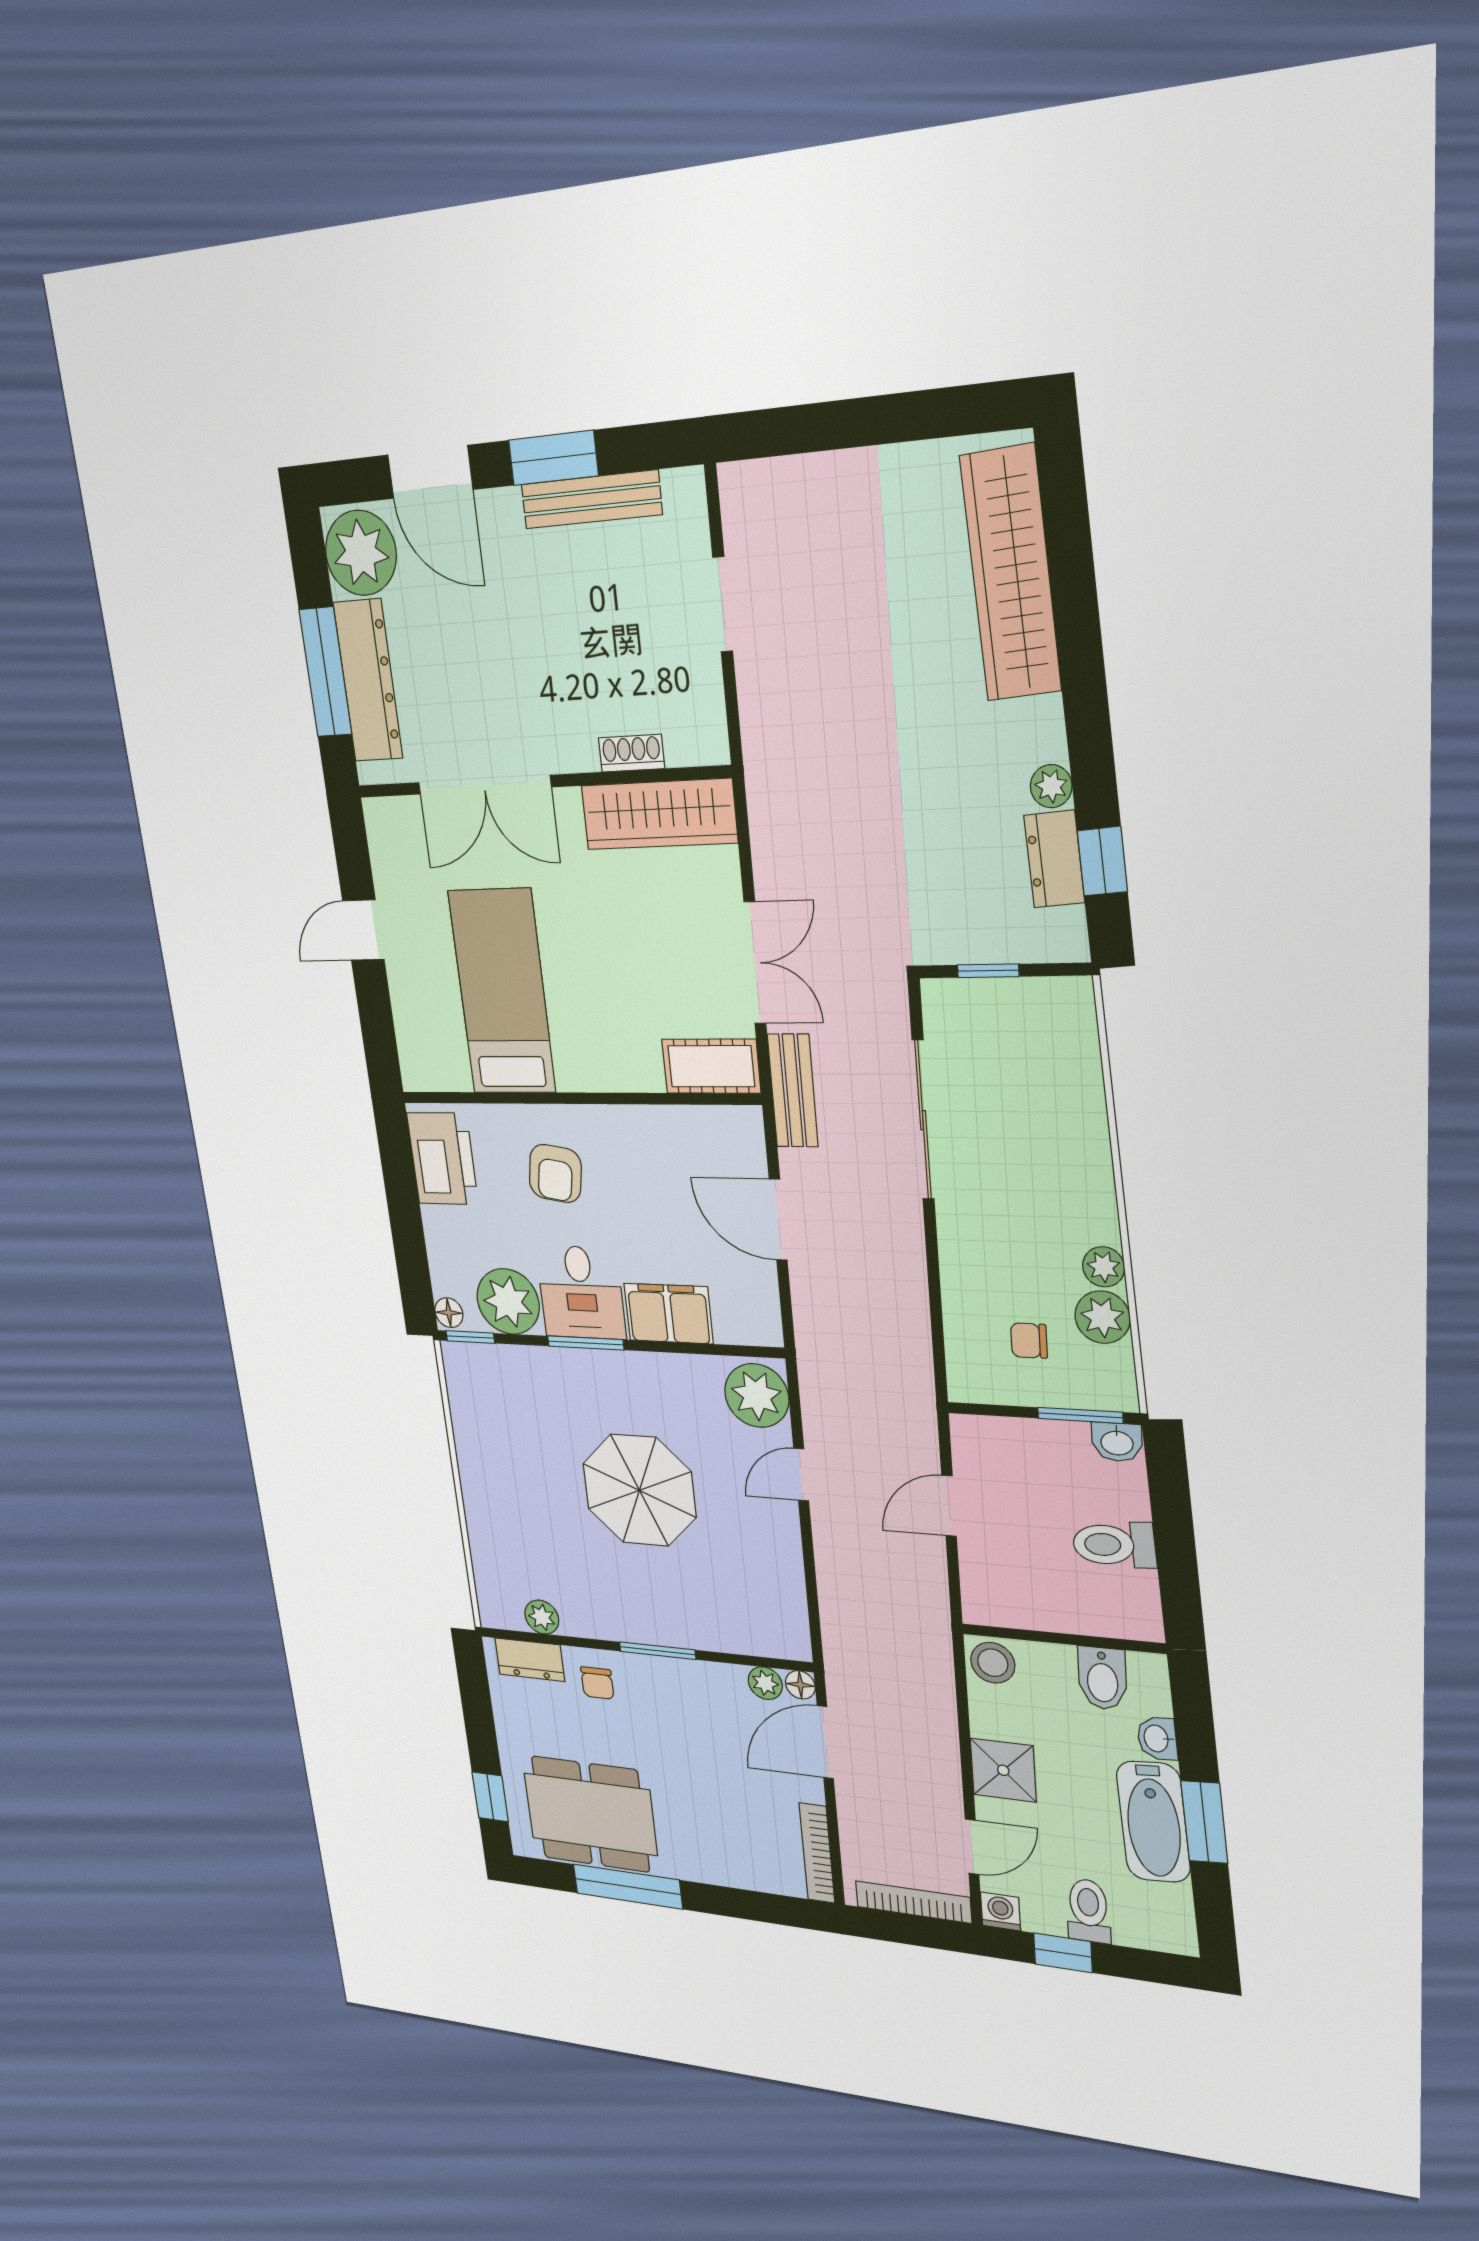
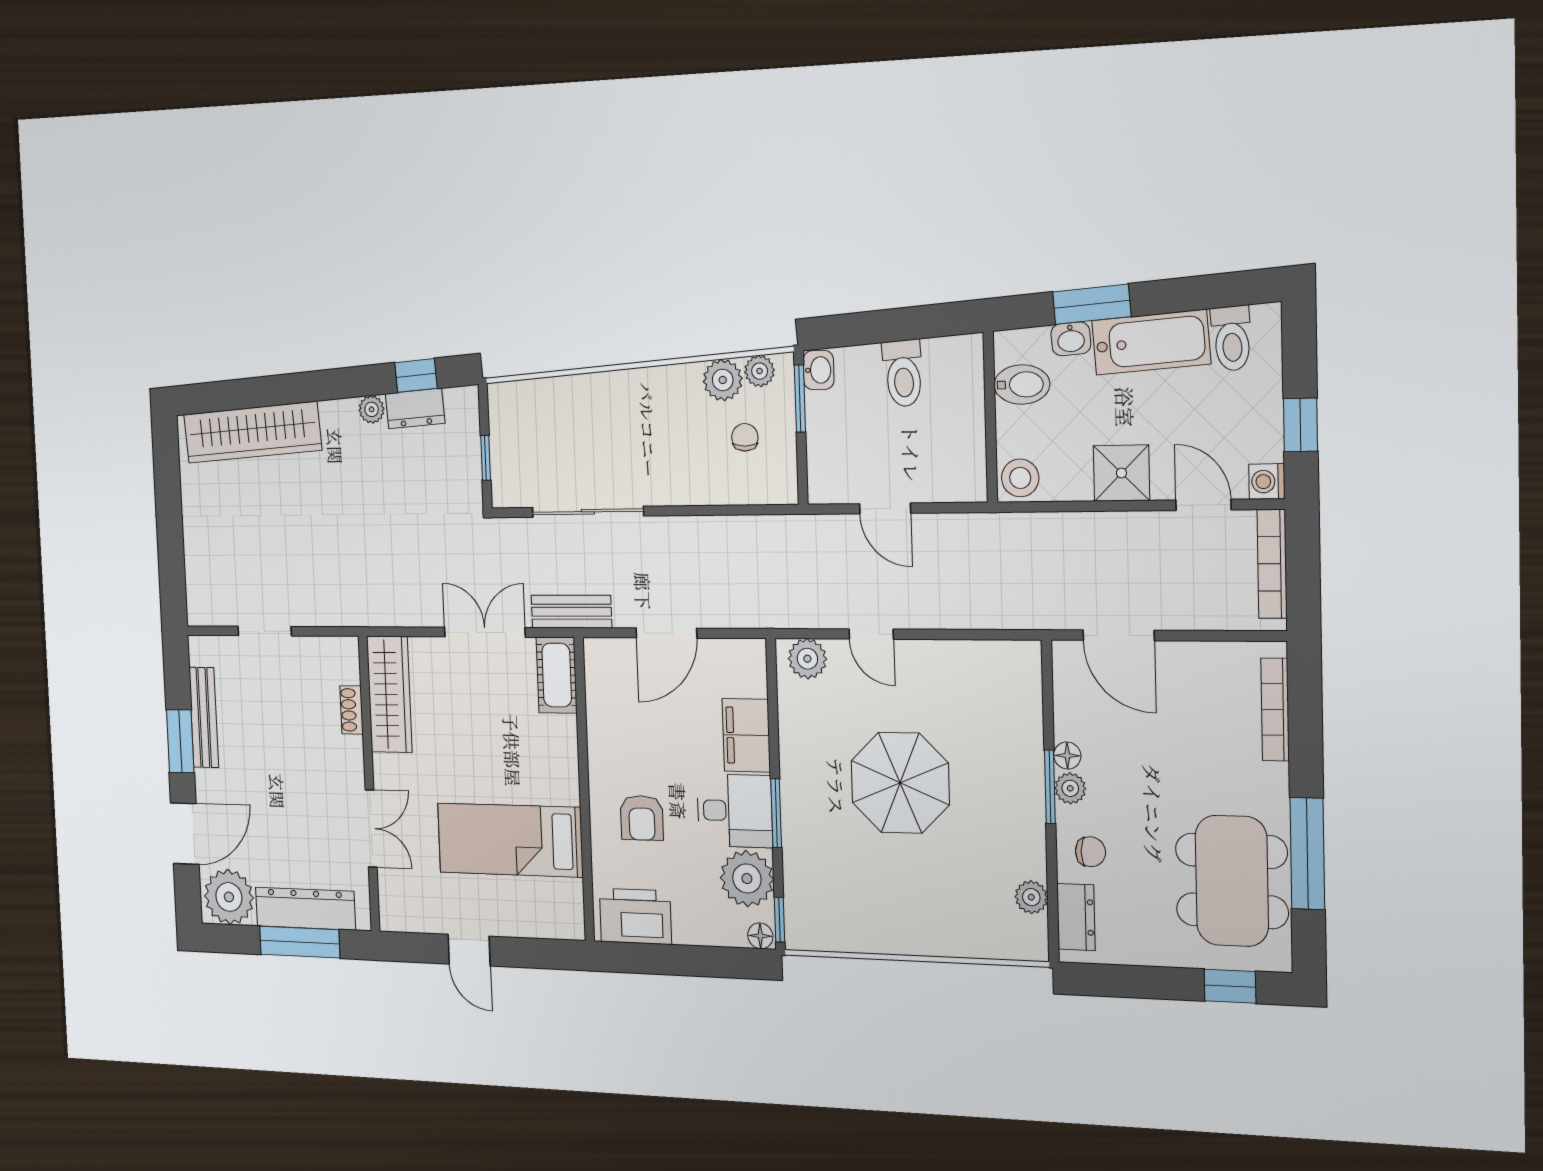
double door: (484, 785) -> (371, 829), width x0.73
armchair: (555, 1174) -> (642, 818), turned 81
plant: (1104, 1267) -> (760, 371), moved
chair: (1029, 1341) -> (745, 437), turned 180
plant: (757, 1396) -> (807, 659), width x0.73, depth x0.73
plant: (765, 1683) -> (1070, 788), moved
floor lamp: (800, 1685) -> (1067, 756), moved
window: (1204, 1822) -> (1092, 304), moved
bookcase: (817, 1853) -> (1275, 710), moved, turned 90
toilet: (1088, 1911) -> (1232, 338), moved, turned -94

